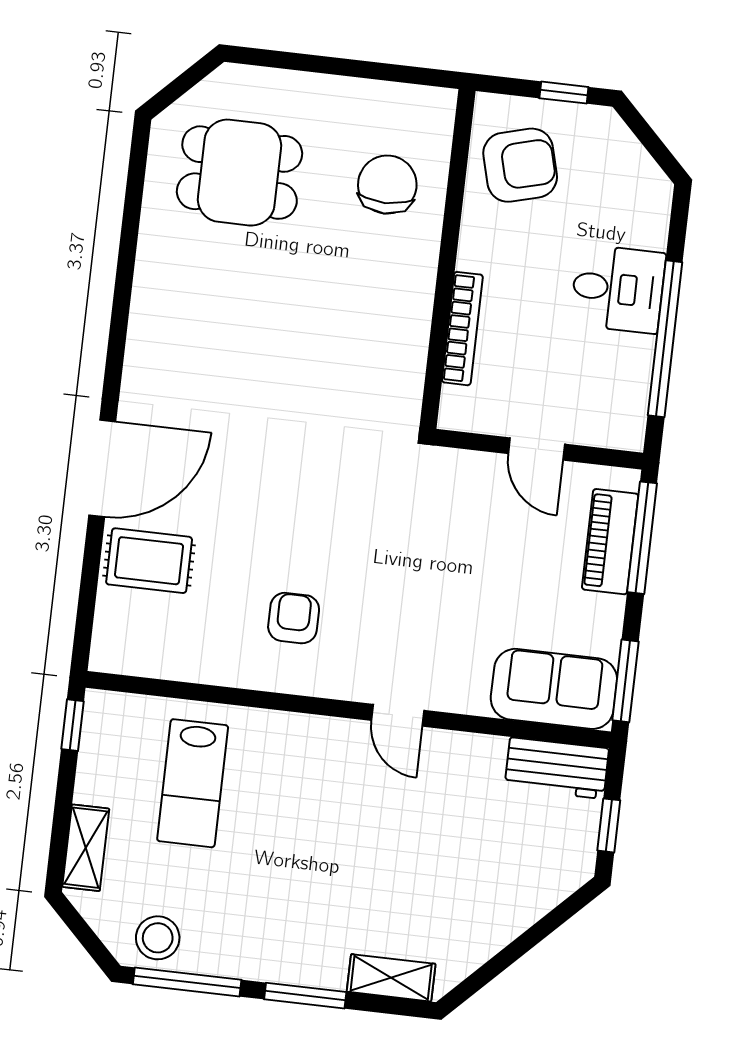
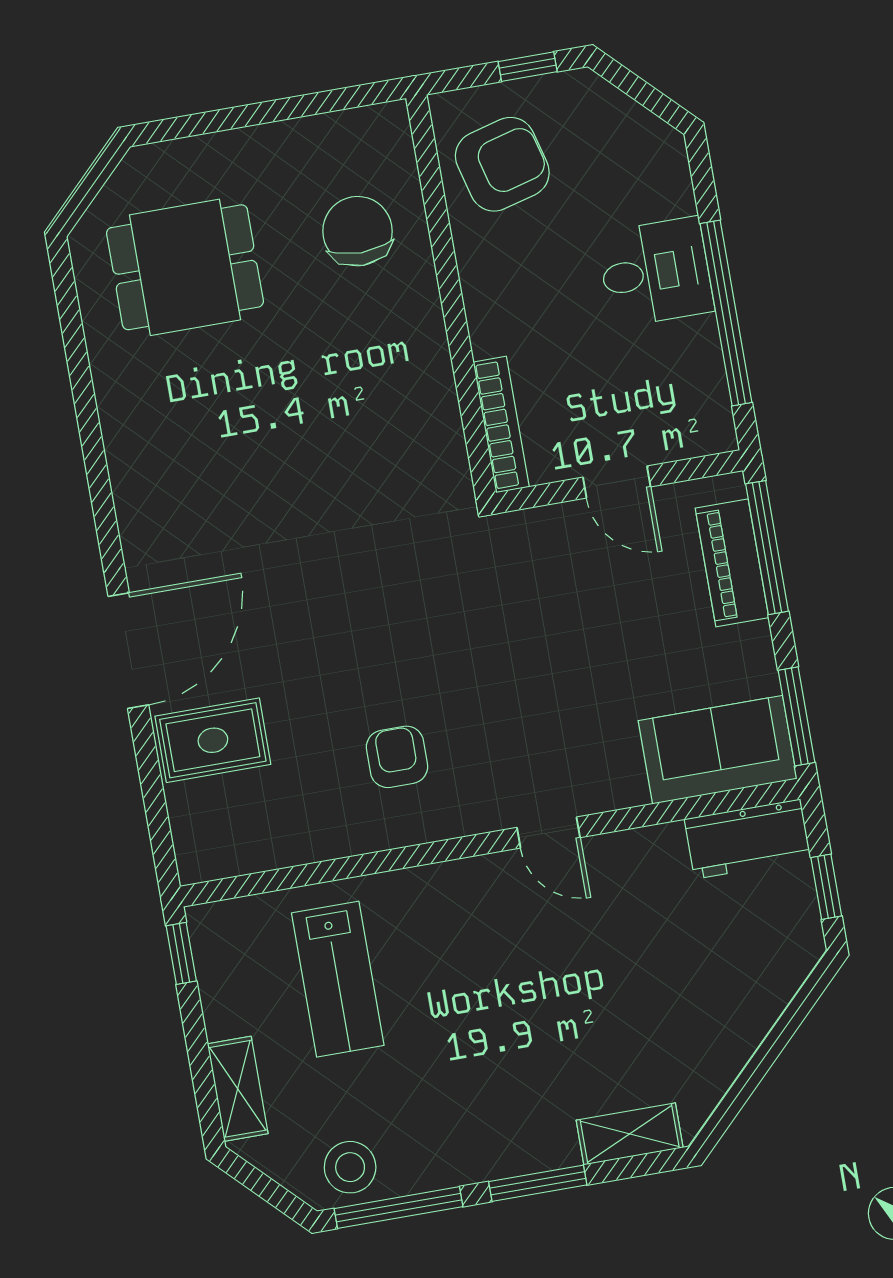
bookcase: (462, 329) -> (501, 425), moved

